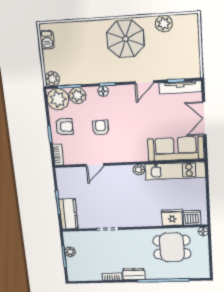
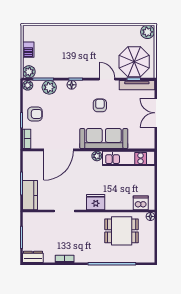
plant: (164, 24) -> (147, 32), moved
parasol: (126, 39) -> (134, 62), moved
barbecue: (47, 40) -> (28, 50), moved
door: (144, 82) -> (107, 79), swing flipped
plant: (58, 99) -> (28, 85), width x0.53, depth x0.53
armchair: (100, 128) -> (100, 105), moved
sofa: (176, 149) -> (104, 139), moved
door: (95, 165) -> (59, 150), width x1.88
fridge: (172, 218) -> (96, 202), moved
plant: (70, 252) -> (28, 232), removed
dresser: (134, 274) -> (33, 257), moved

